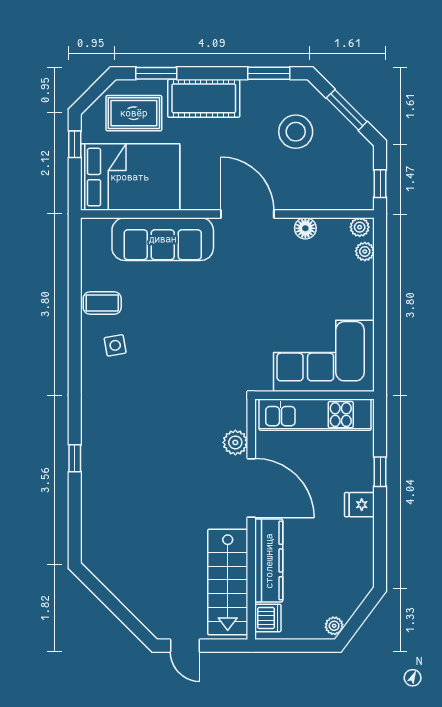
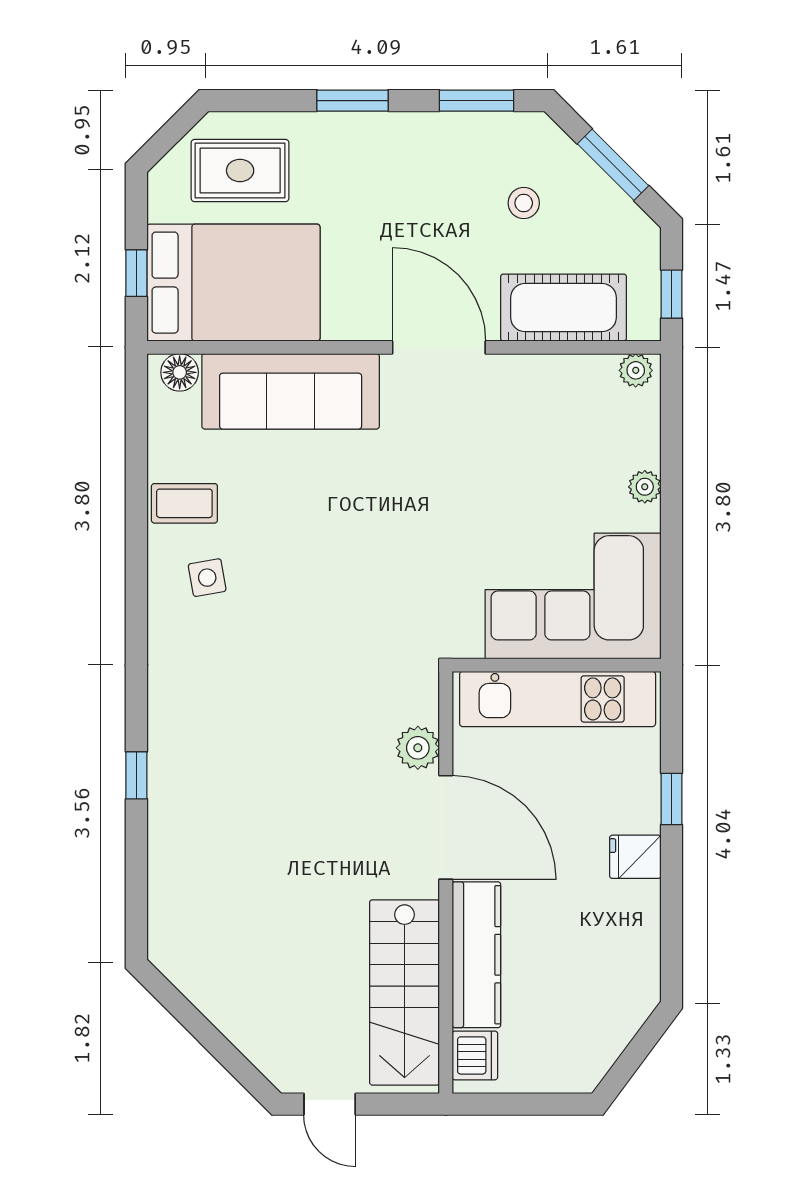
window: (156, 73) -> (352, 101), moved
cot: (204, 98) -> (563, 308), moved
stool: (296, 132) -> (524, 203), width x0.53, depth x0.53
window: (75, 144) -> (136, 273), moved
floor lamp: (305, 228) -> (180, 372), moved
plant: (365, 251) -> (645, 487), moved
plant: (334, 626) -> (591, 1069), removed

